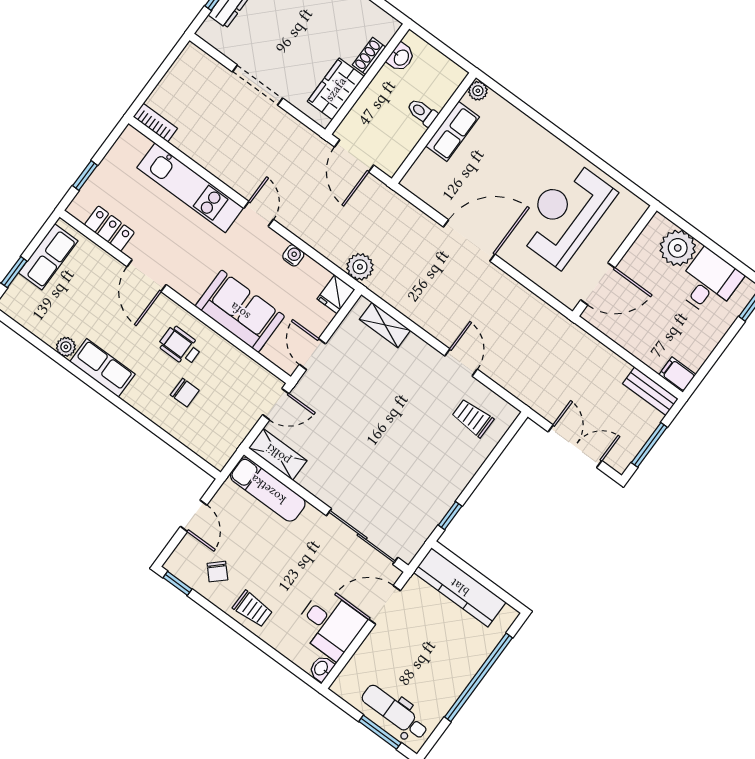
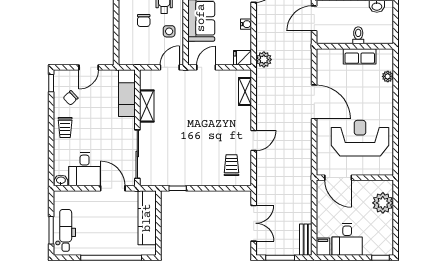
plant: (478, 91) -> (388, 76), moved
desk: (709, 282) -> (347, 239), moved, turned 90
side table: (225, 369) -> (169, 31), added
door: (276, 404) -> (170, 67), swing flipped
shelving: (278, 454) -> (147, 106), moved

